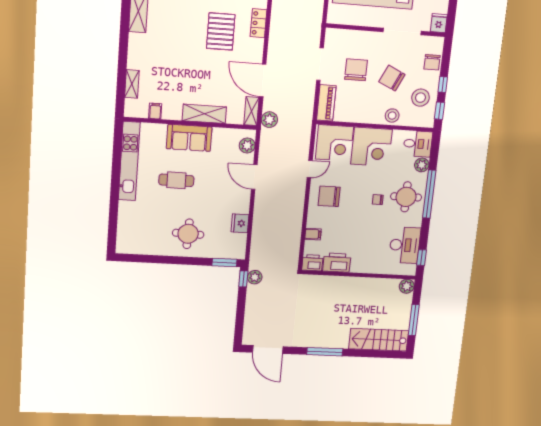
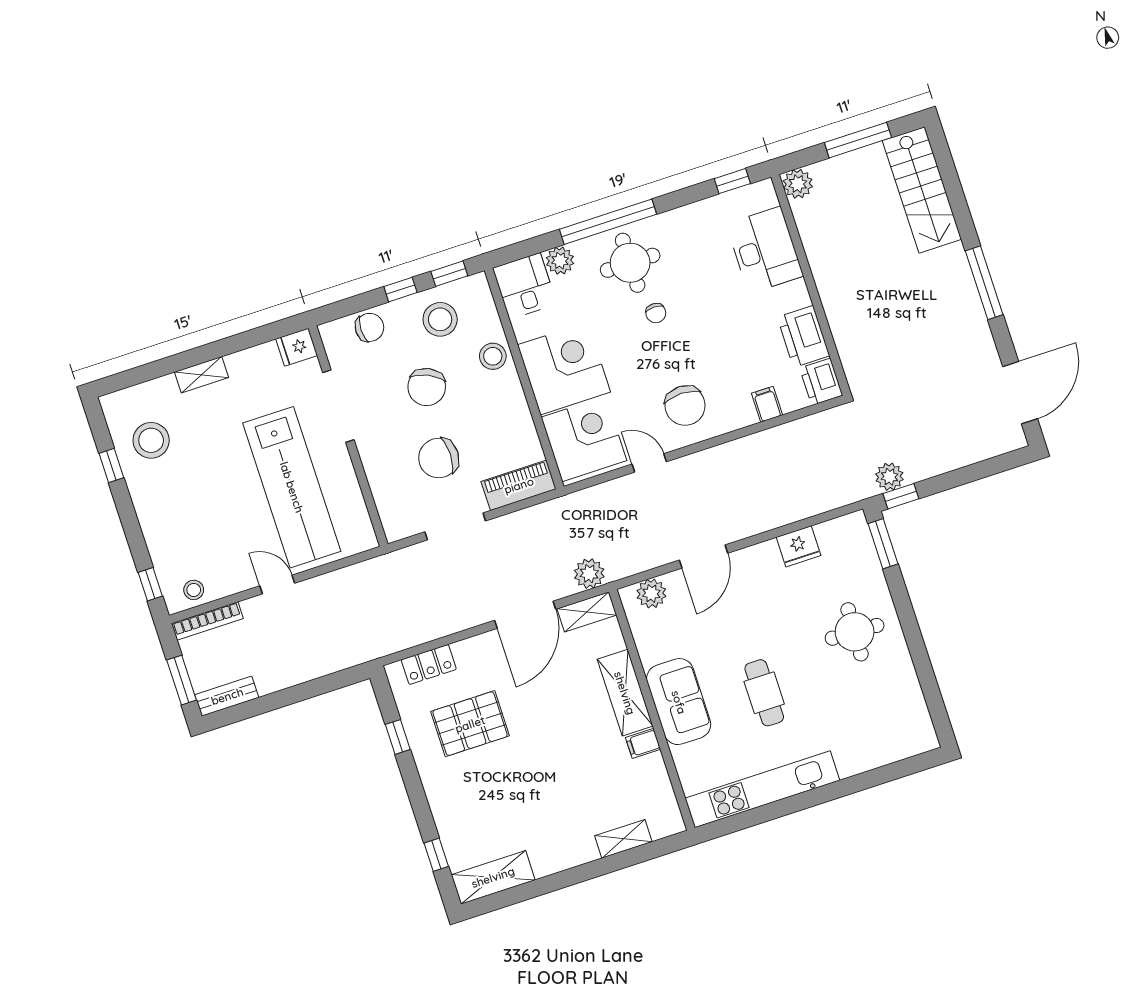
filing cabinet: (155, 111) -> (643, 743), moved
desk: (405, 245) -> (765, 250), moved, turned 90

